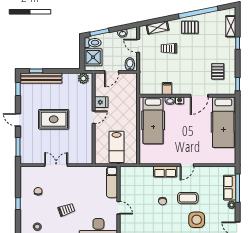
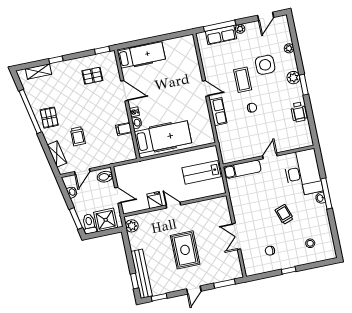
hospital bed: (223, 122) -> (141, 55), width x0.73, depth x0.78
lab bench: (117, 147) -> (201, 172), turned 180

